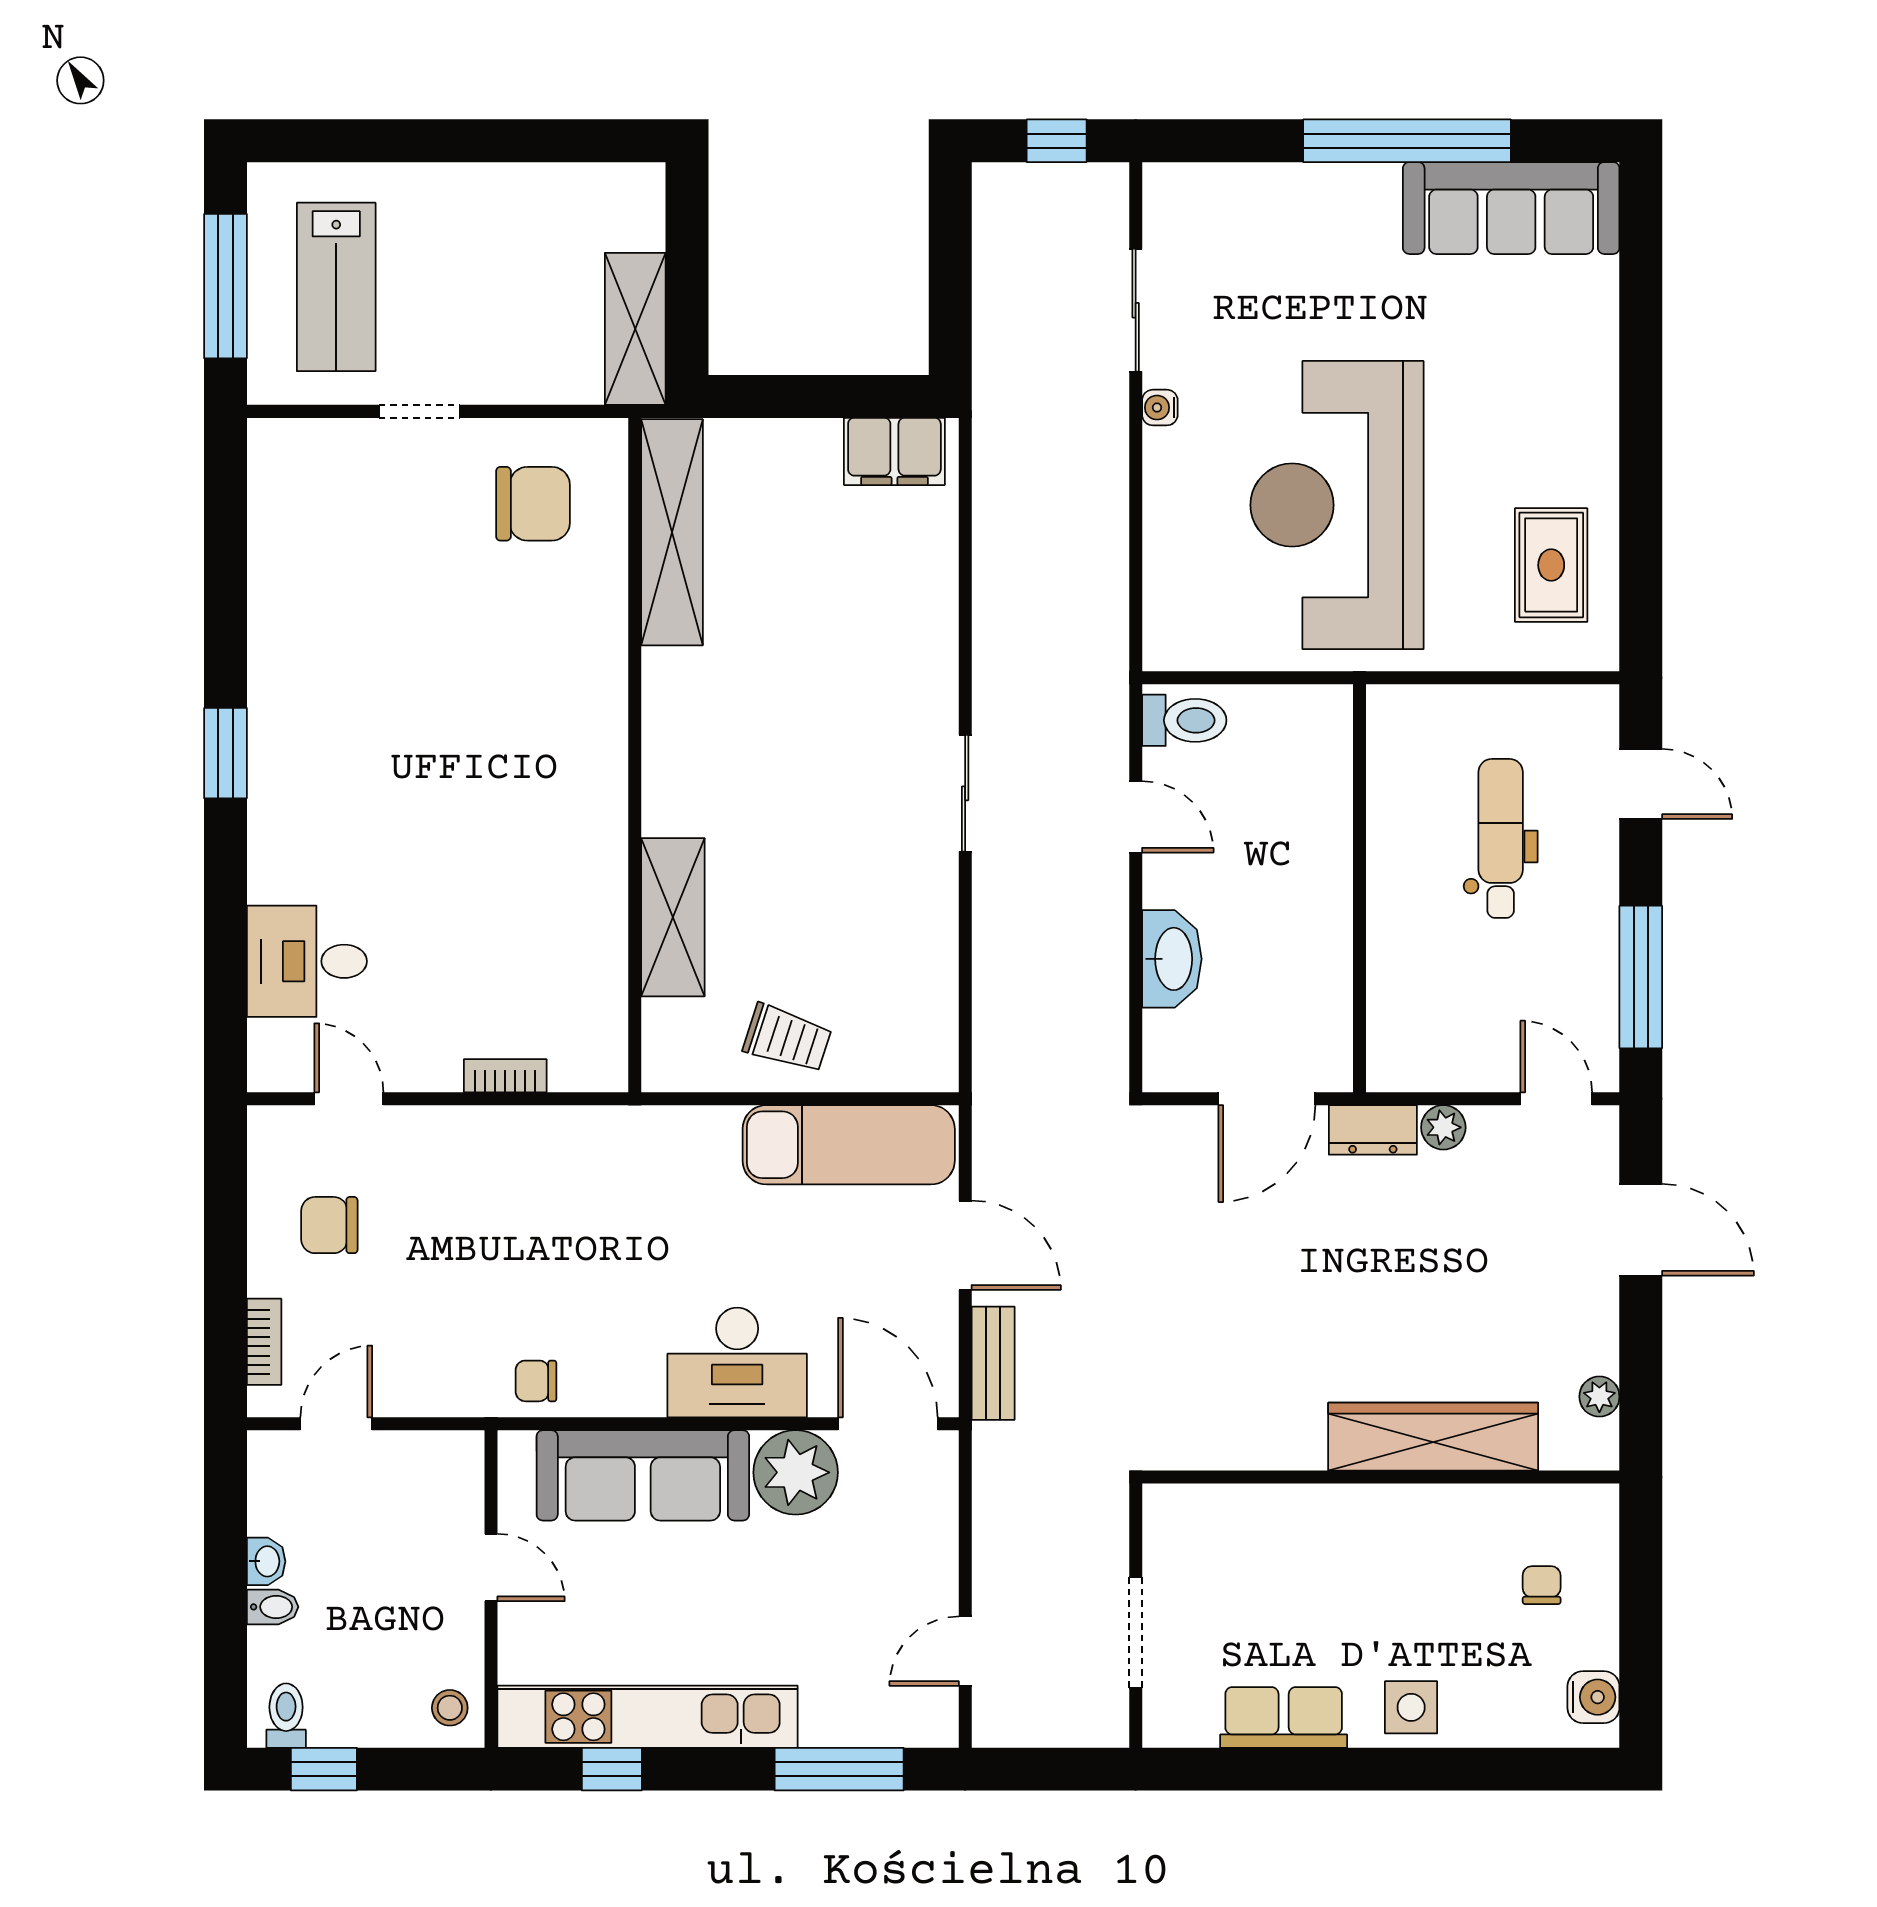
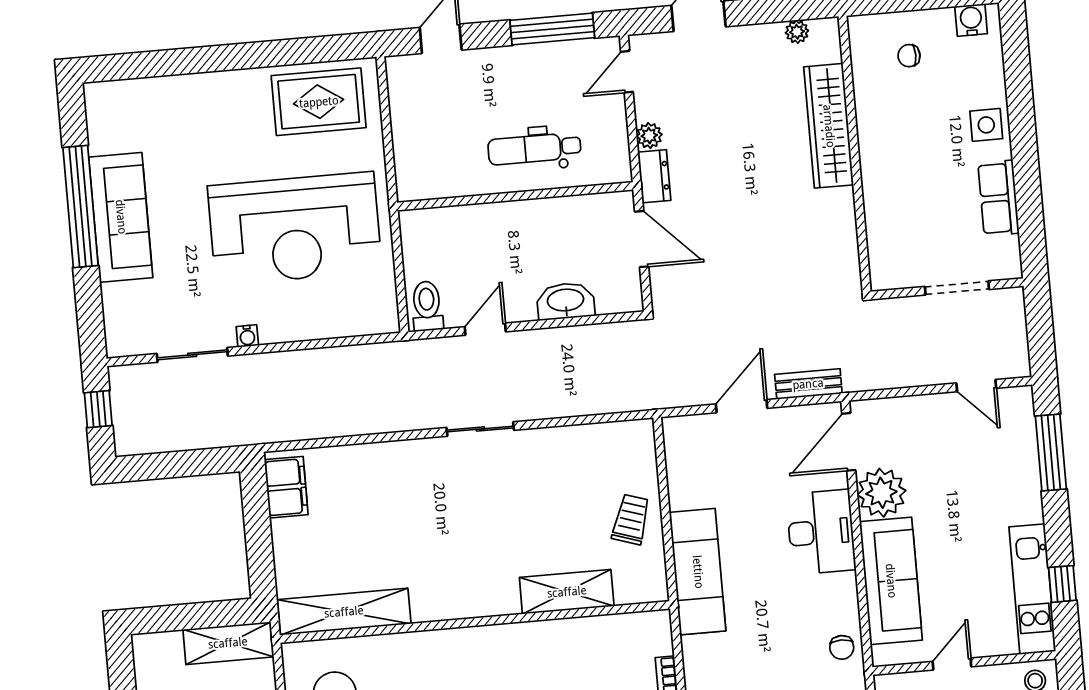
sofa: (1511, 208) -> (121, 217), moved
rug: (1551, 565) -> (319, 102), width x1.36, depth x1.43
dental chair: (1501, 838) -> (534, 149), moved
exam couch: (849, 1145) -> (698, 572), moved
kitchen unit: (648, 1717) -> (1032, 589), width x0.73

